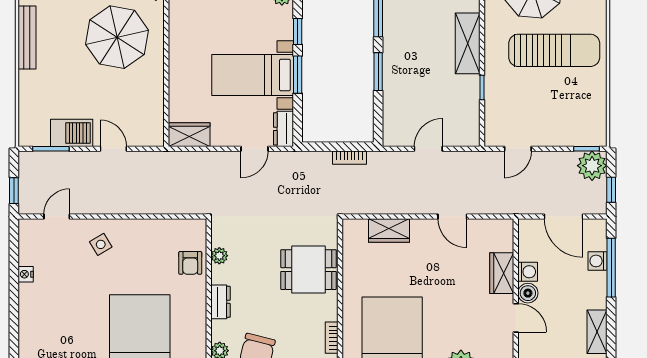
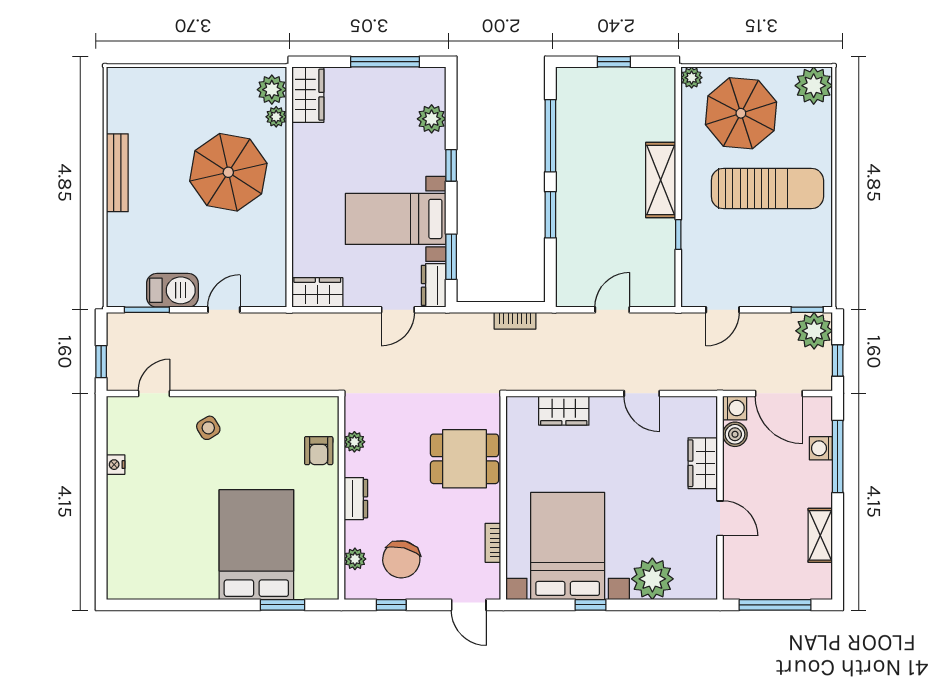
window: (298, 75) -> (451, 257), moved
door: (113, 149) -> (224, 310), hinge flipped
washing machine: (528, 272) -> (735, 408), moved
boiler: (528, 293) -> (735, 434), moved

